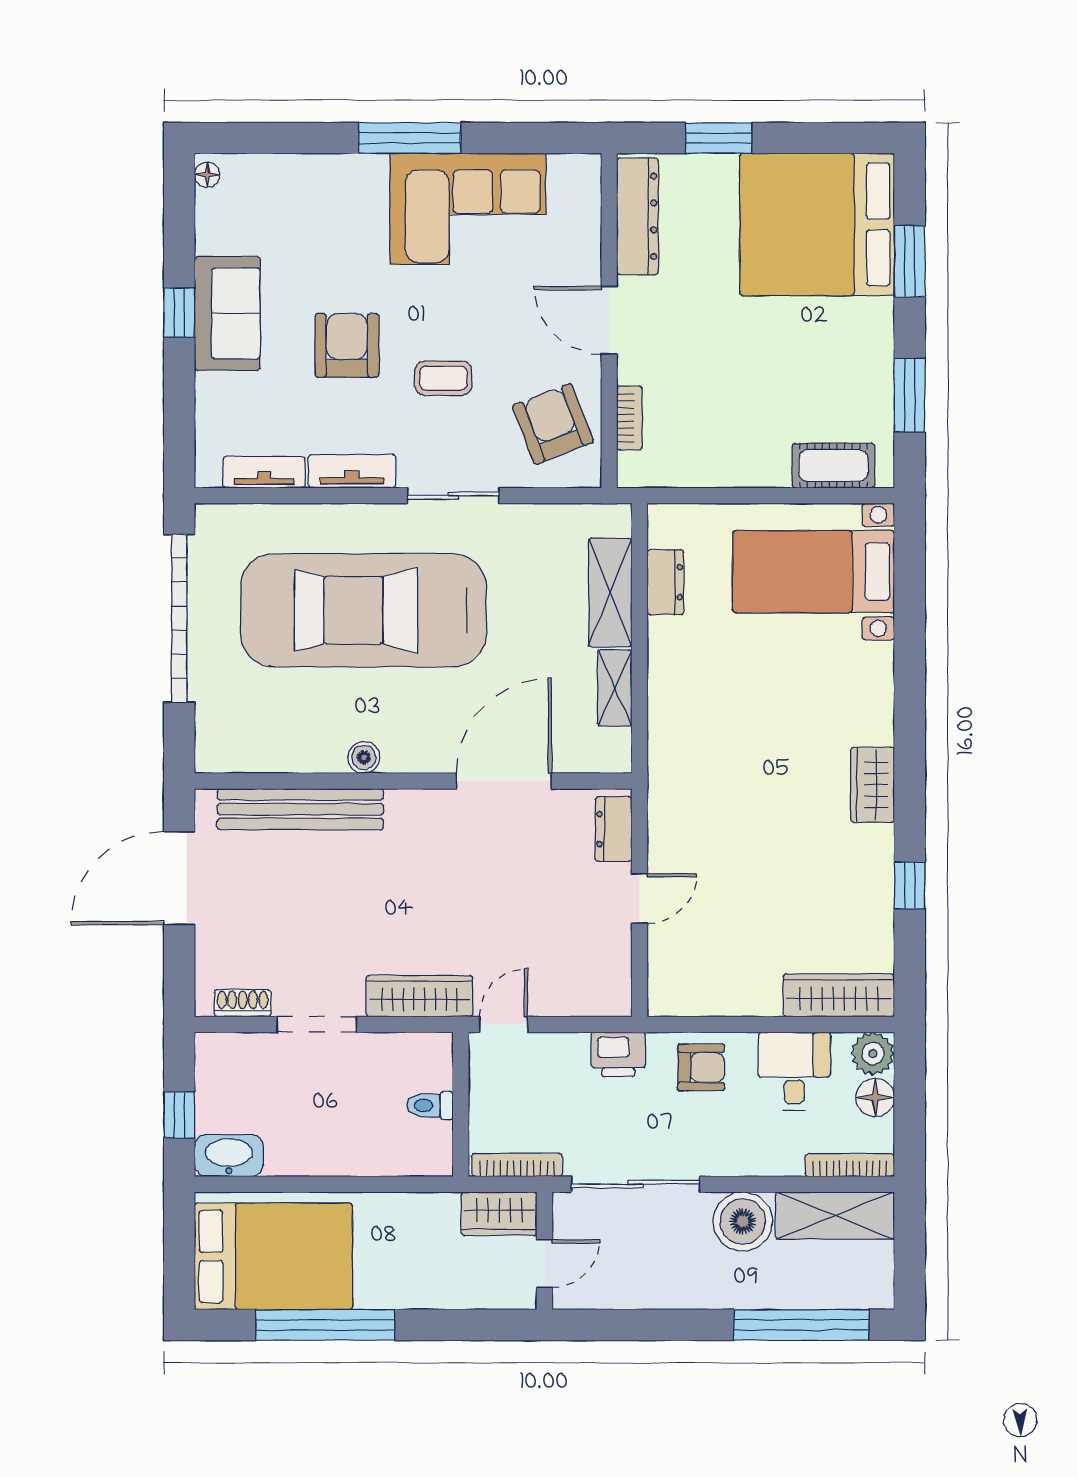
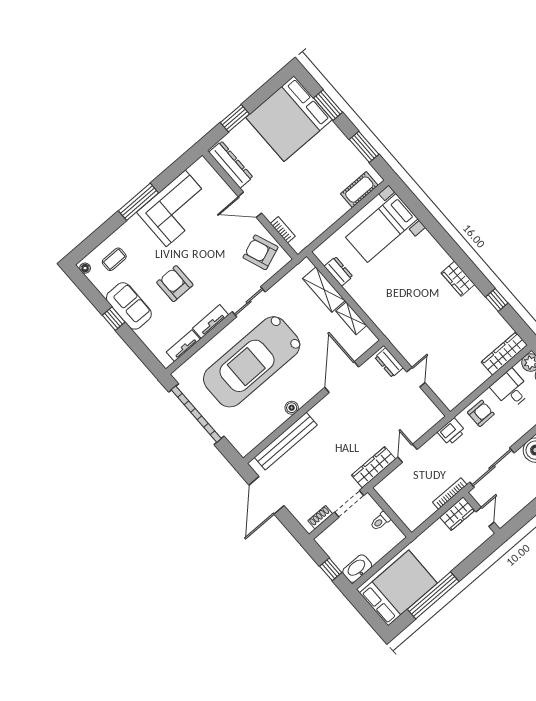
coffee table: (443, 378) -> (114, 259), moved
wall: (461, 1104) -> (390, 512), moved
toilet: (430, 1105) -> (380, 521), moved

